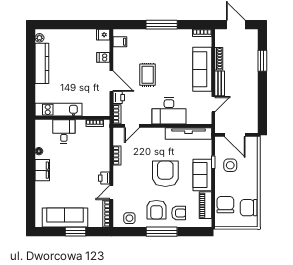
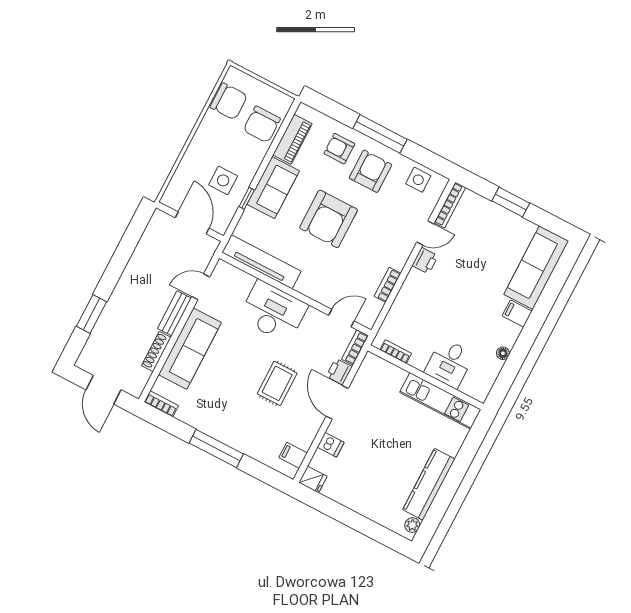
filing cabinet: (42, 170) -> (517, 313), width x0.50
sofa: (65, 217) -> (536, 268), moved, turned 90

